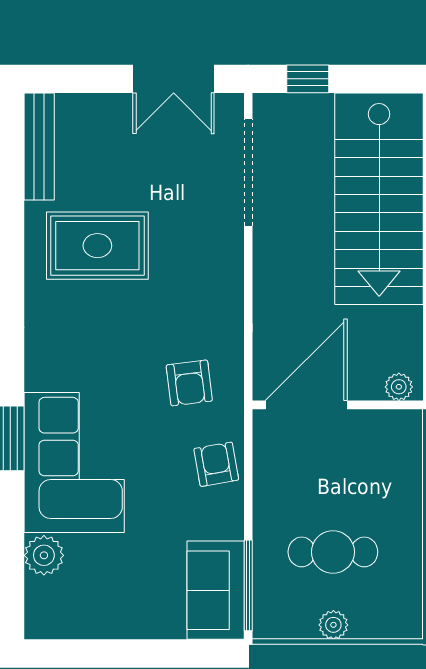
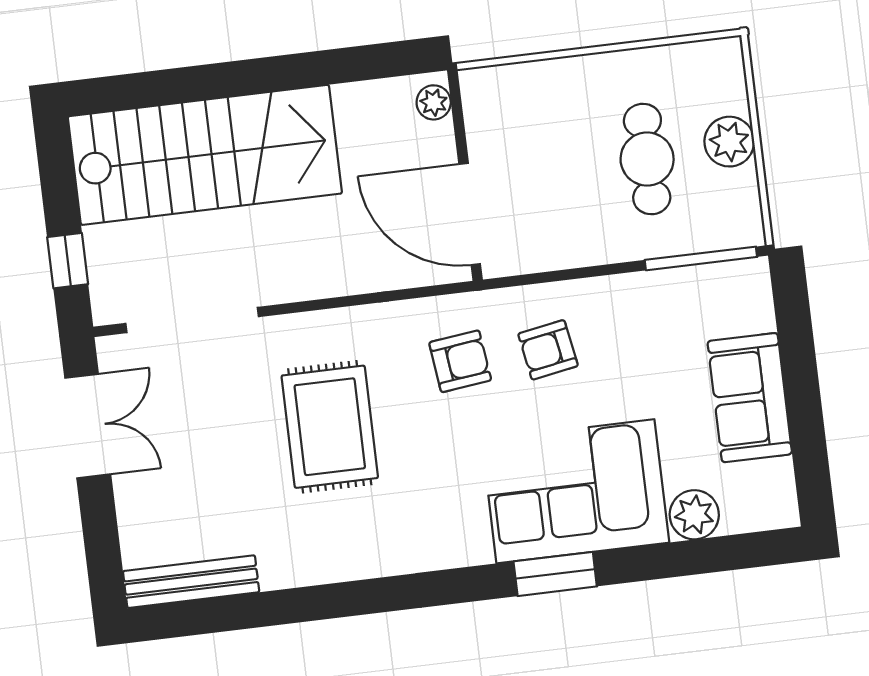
rug: (97, 246) -> (330, 427), moved
armchair: (216, 464) -> (548, 350), moved
sofa: (216, 590) -> (750, 398), moved, turned 90
plant: (333, 625) -> (729, 142), width x1.38, depth x1.38

